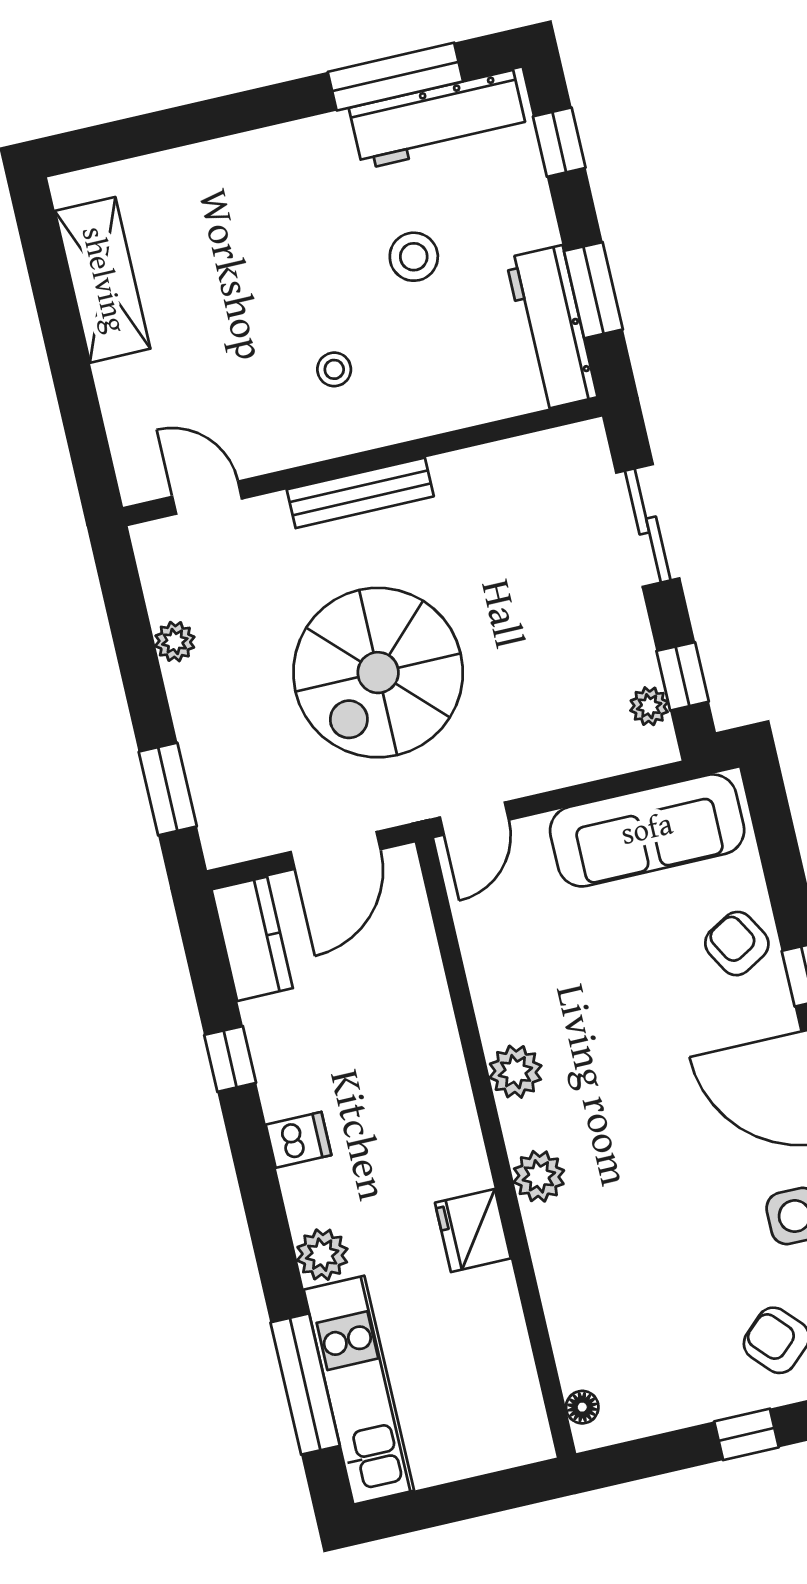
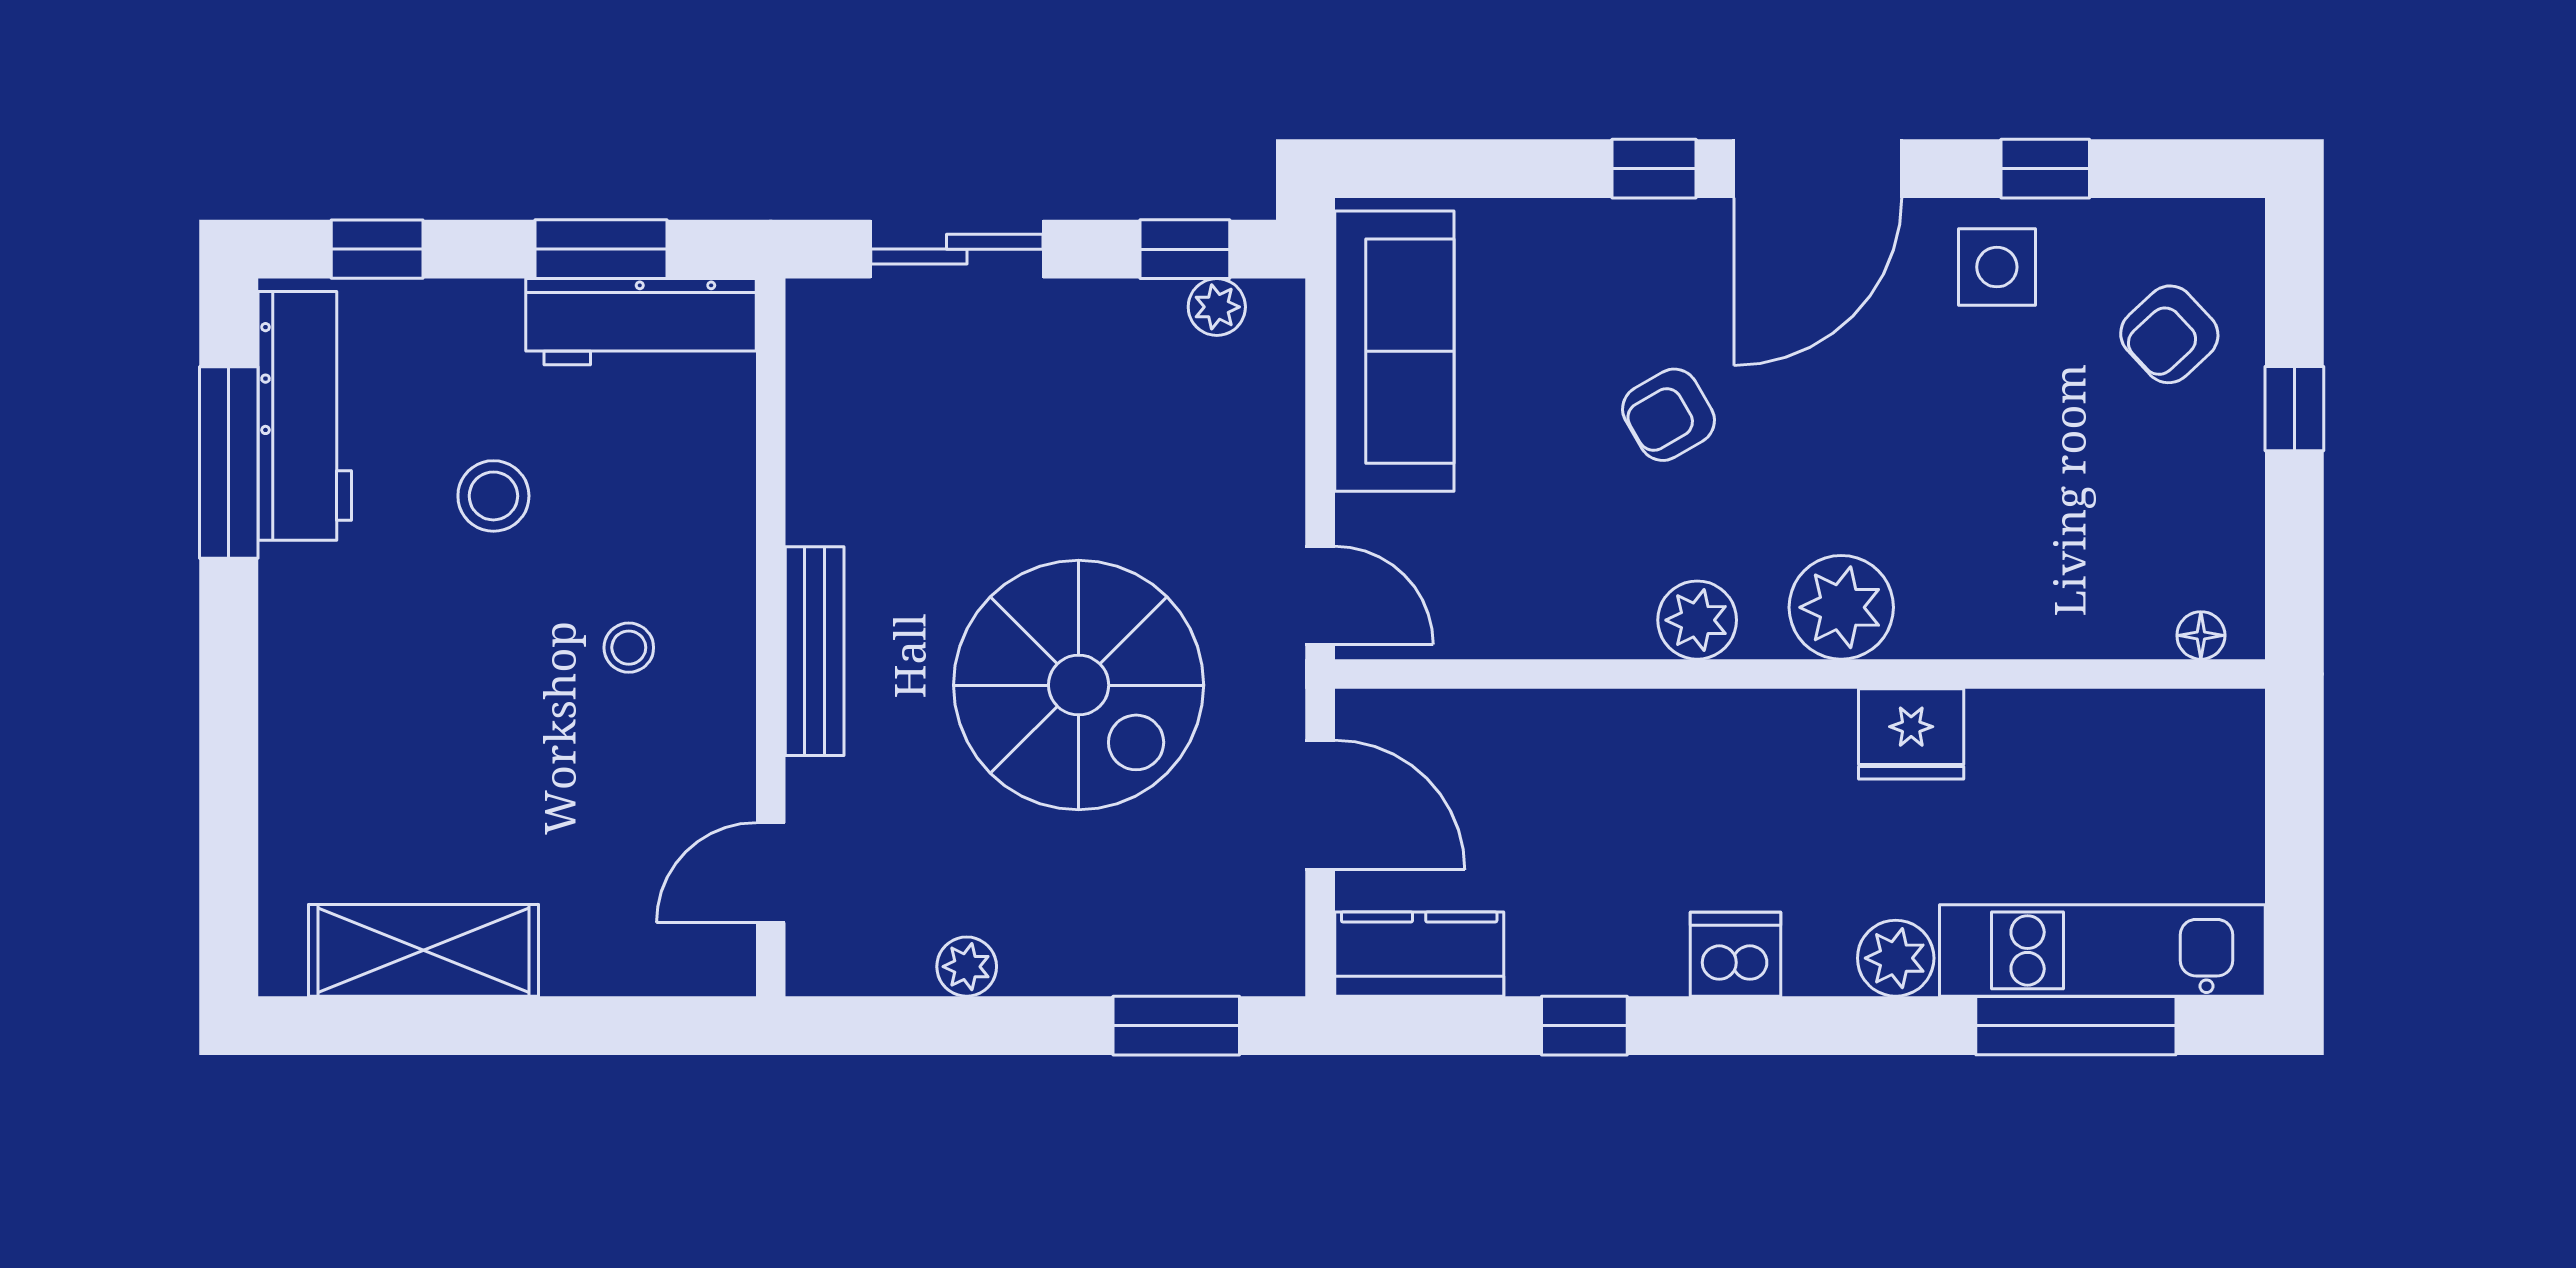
armchair: (737, 944) -> (1669, 415), moved
dishwasher: (299, 1140) -> (1735, 954), width x1.38
plant: (539, 1176) -> (1841, 607), width x1.36, depth x1.36

